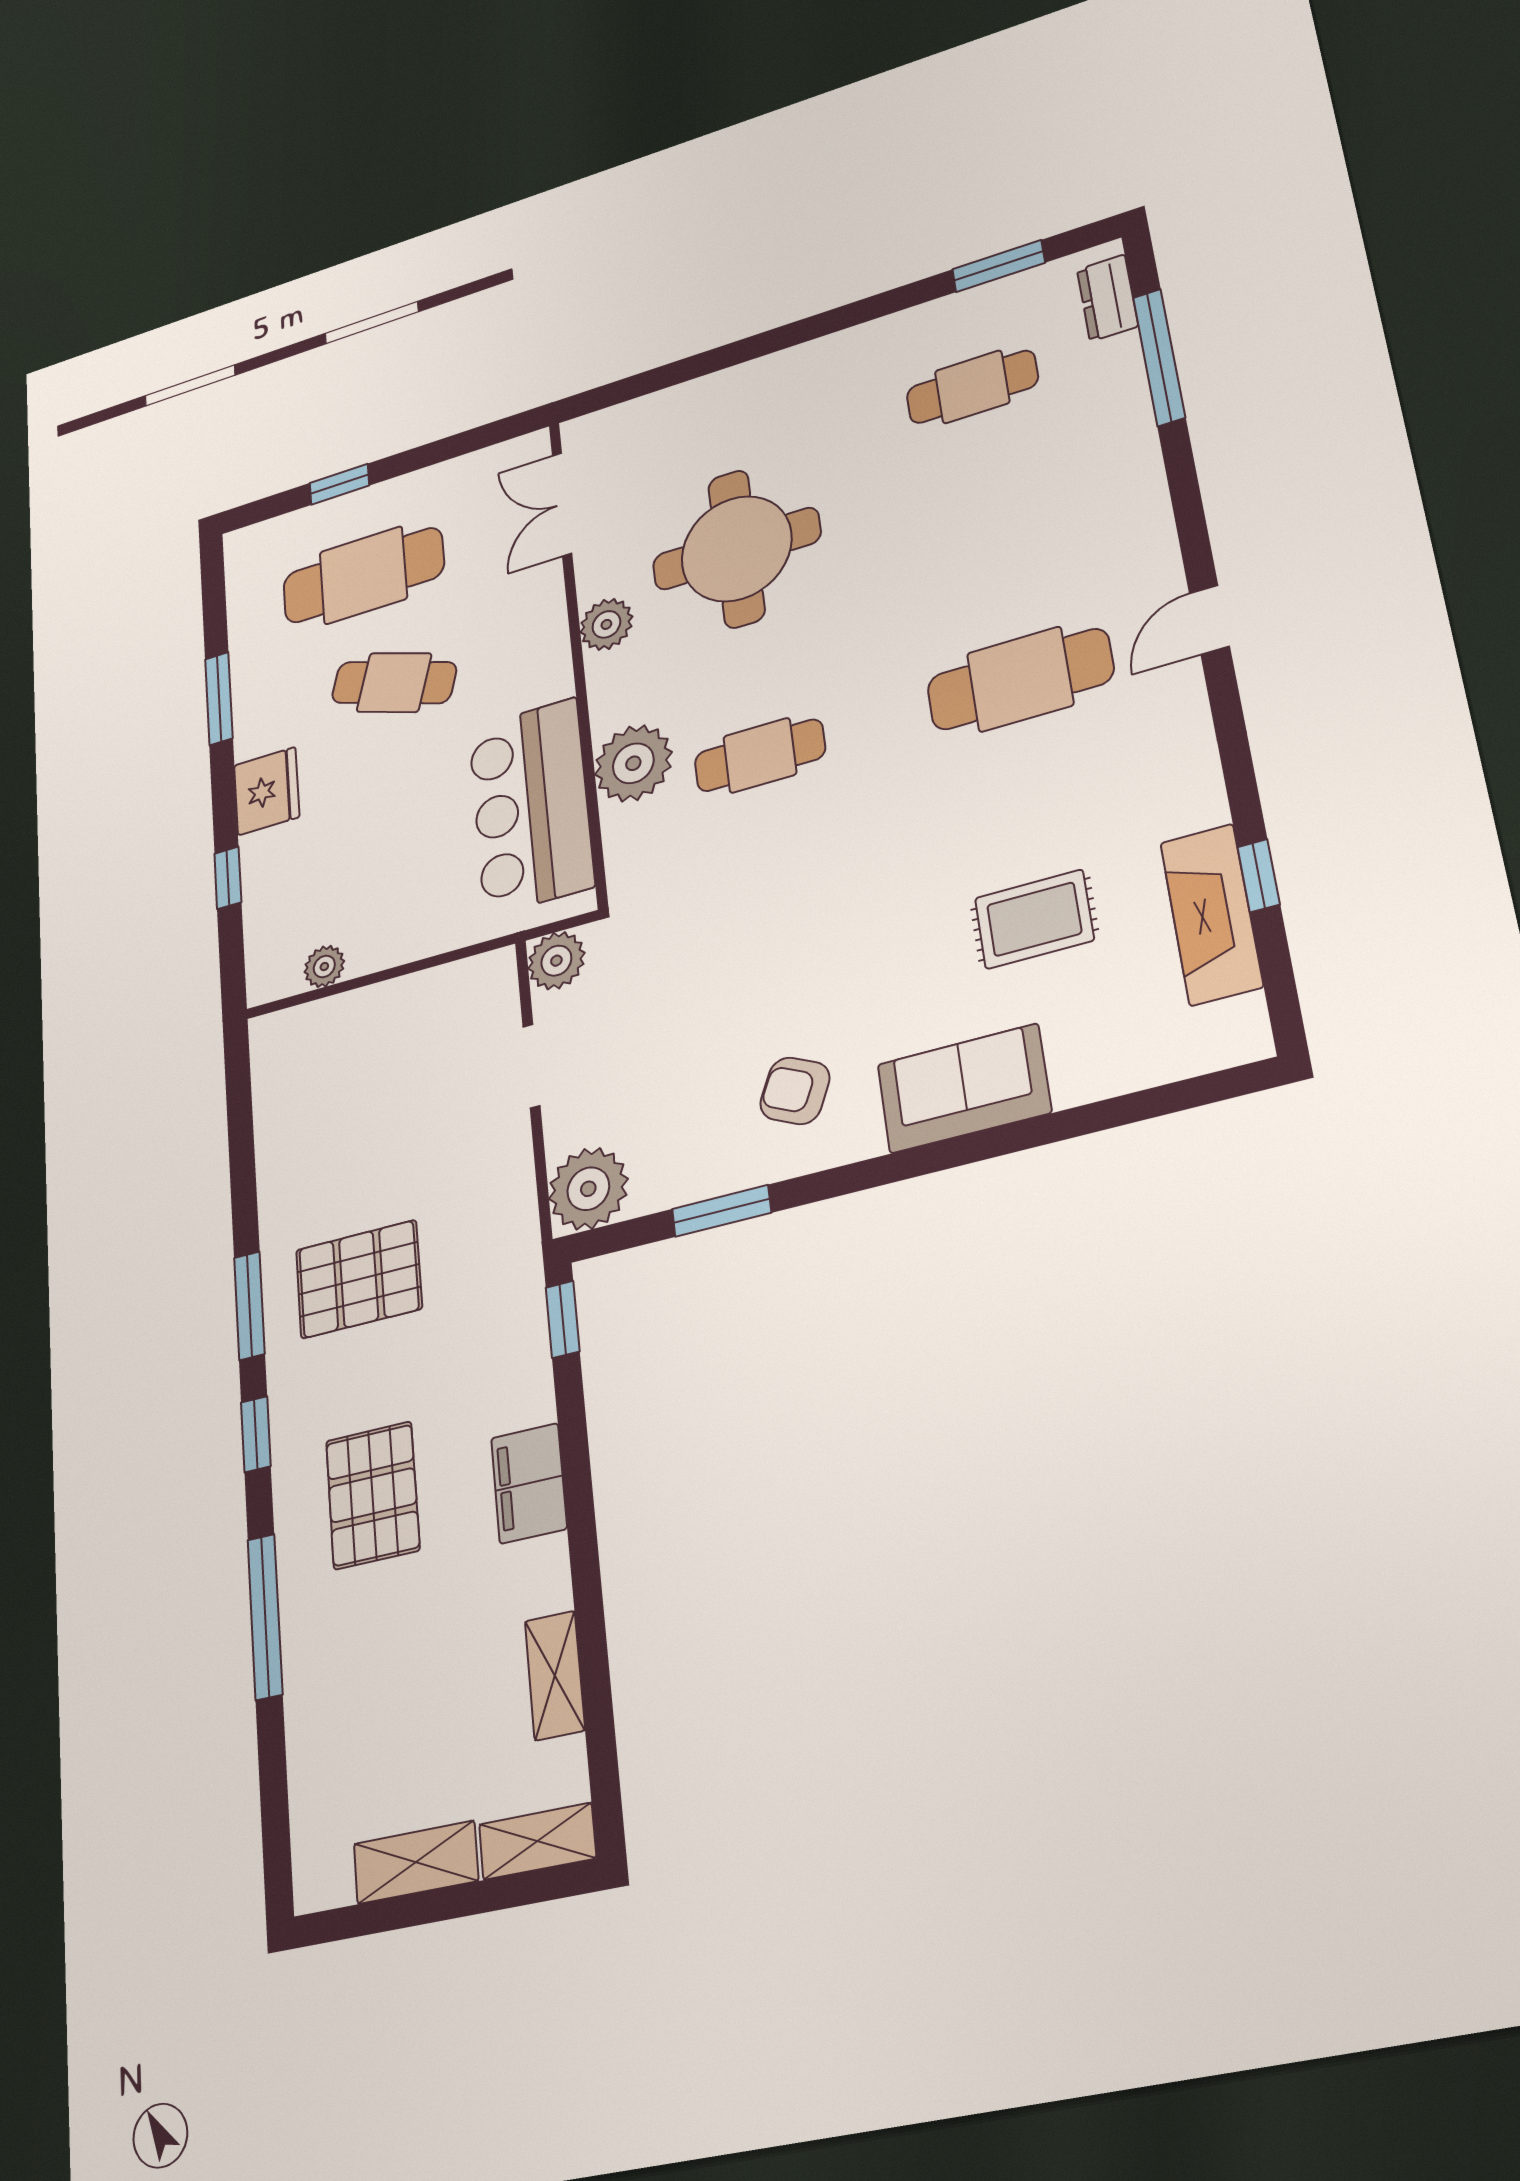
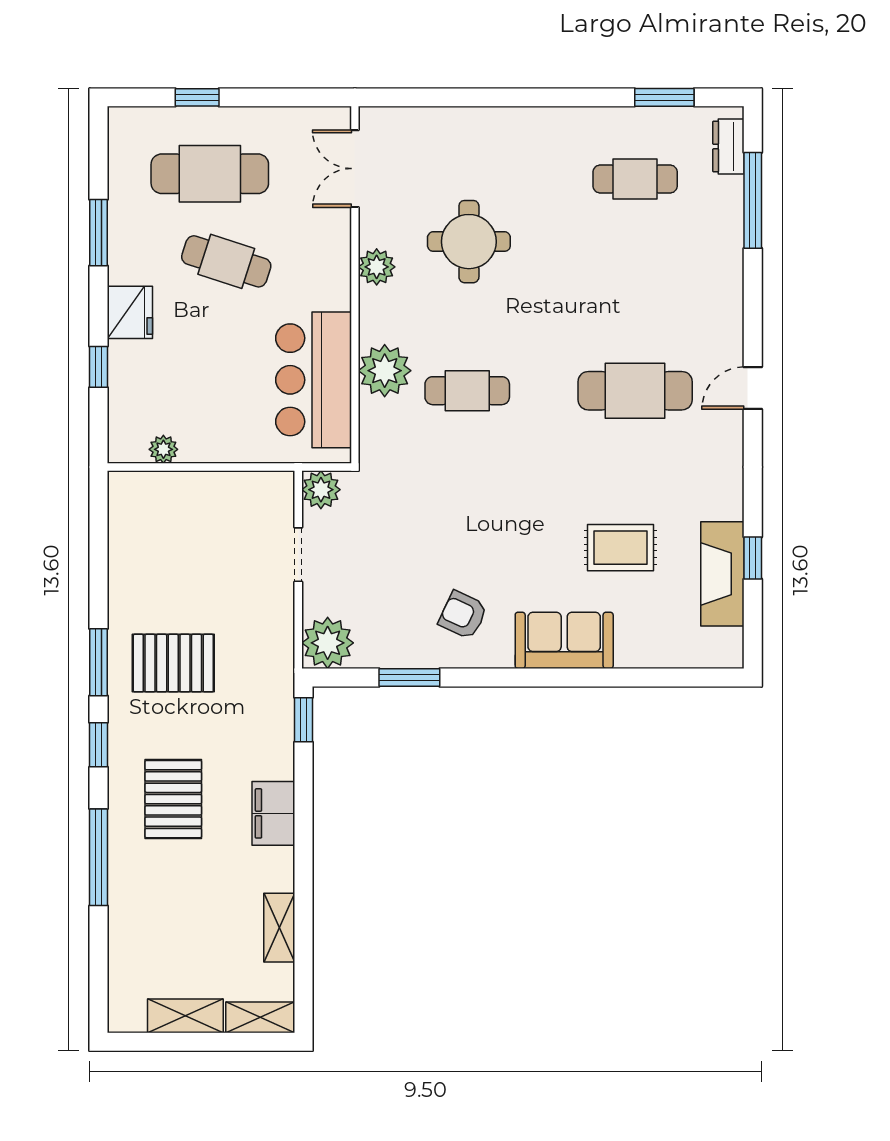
round table: (736, 549) -> (469, 242), width x0.73, depth x0.73

